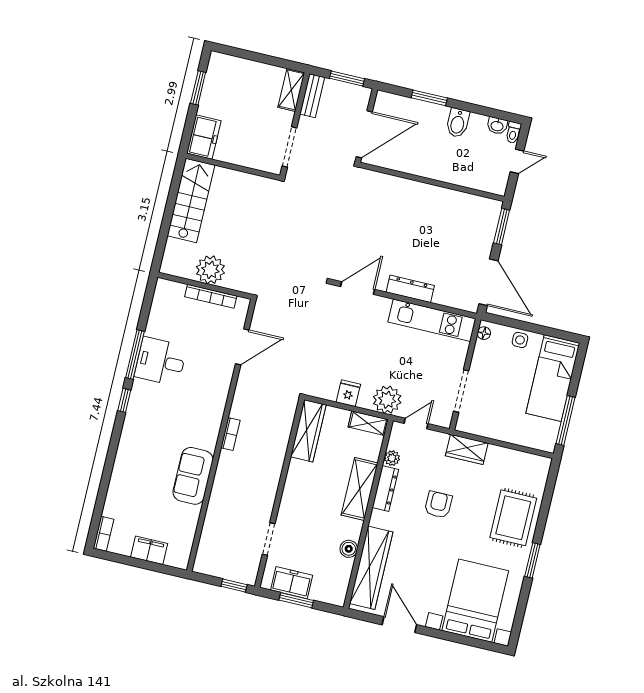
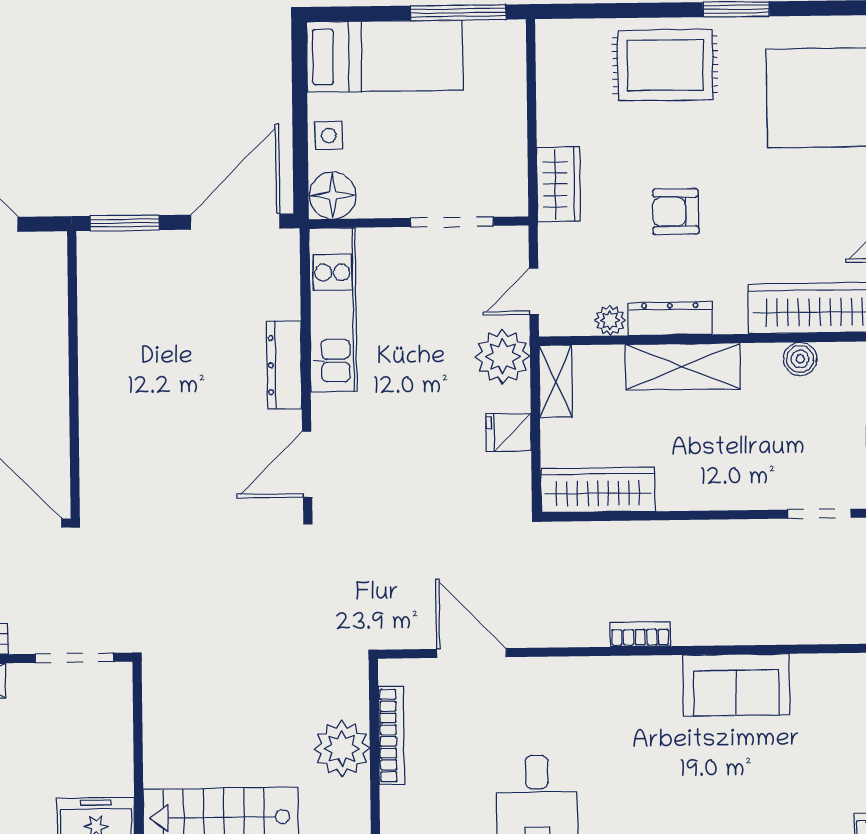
door: (358, 288) -> (307, 464), hinge flipped
floor lamp: (484, 333) -> (333, 195), width x1.89, depth x1.89
door: (416, 424) -> (534, 291), hinge flipped

